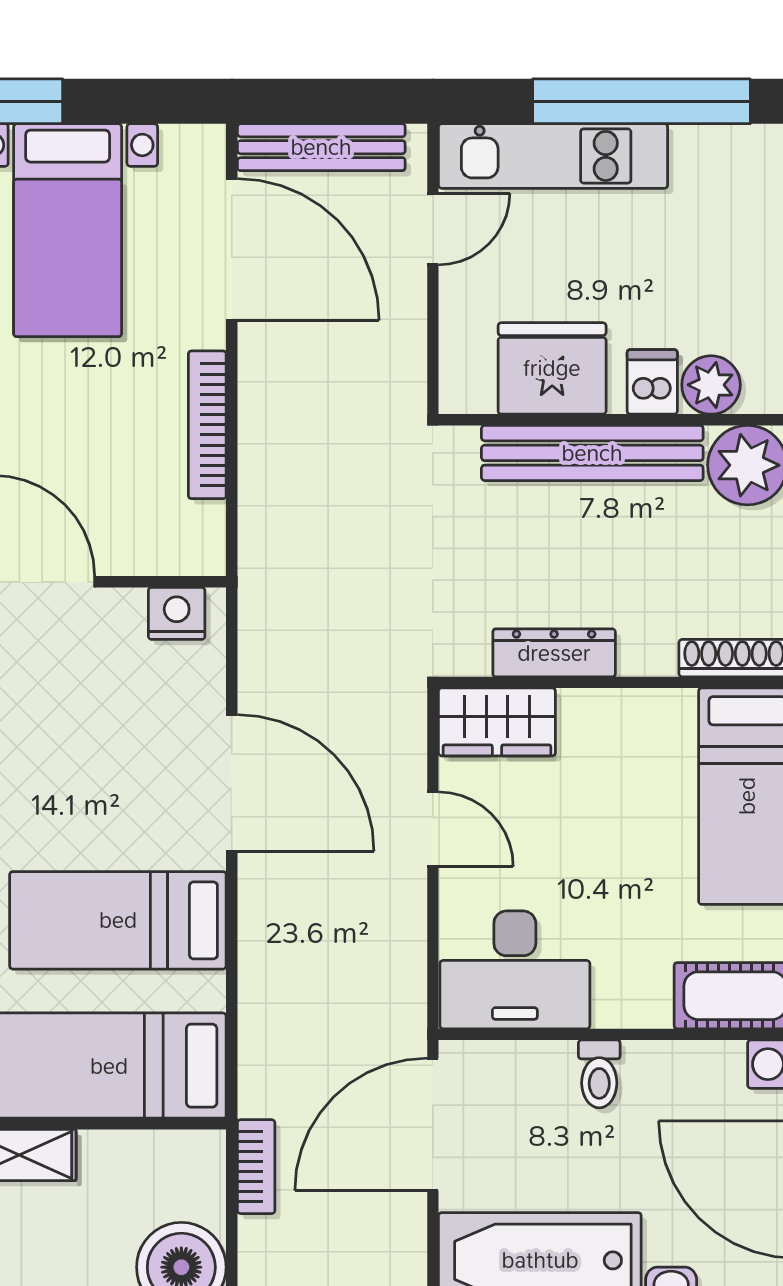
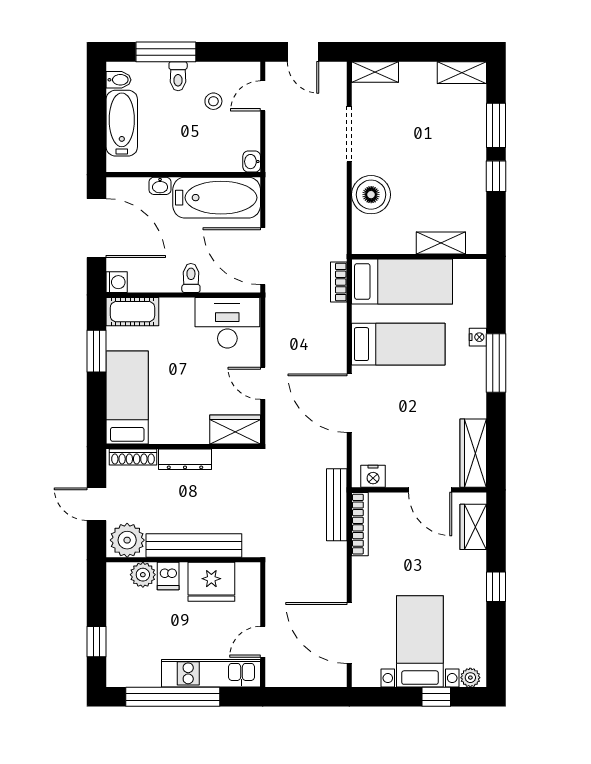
bench: (321, 147) -> (337, 505), moved, turned 90
bookcase: (207, 425) -> (360, 524), moved
dresser: (554, 653) -> (185, 459), moved
door: (433, 1124) -> (263, 256), swing flipped
bookcase: (256, 1167) -> (339, 282), moved

